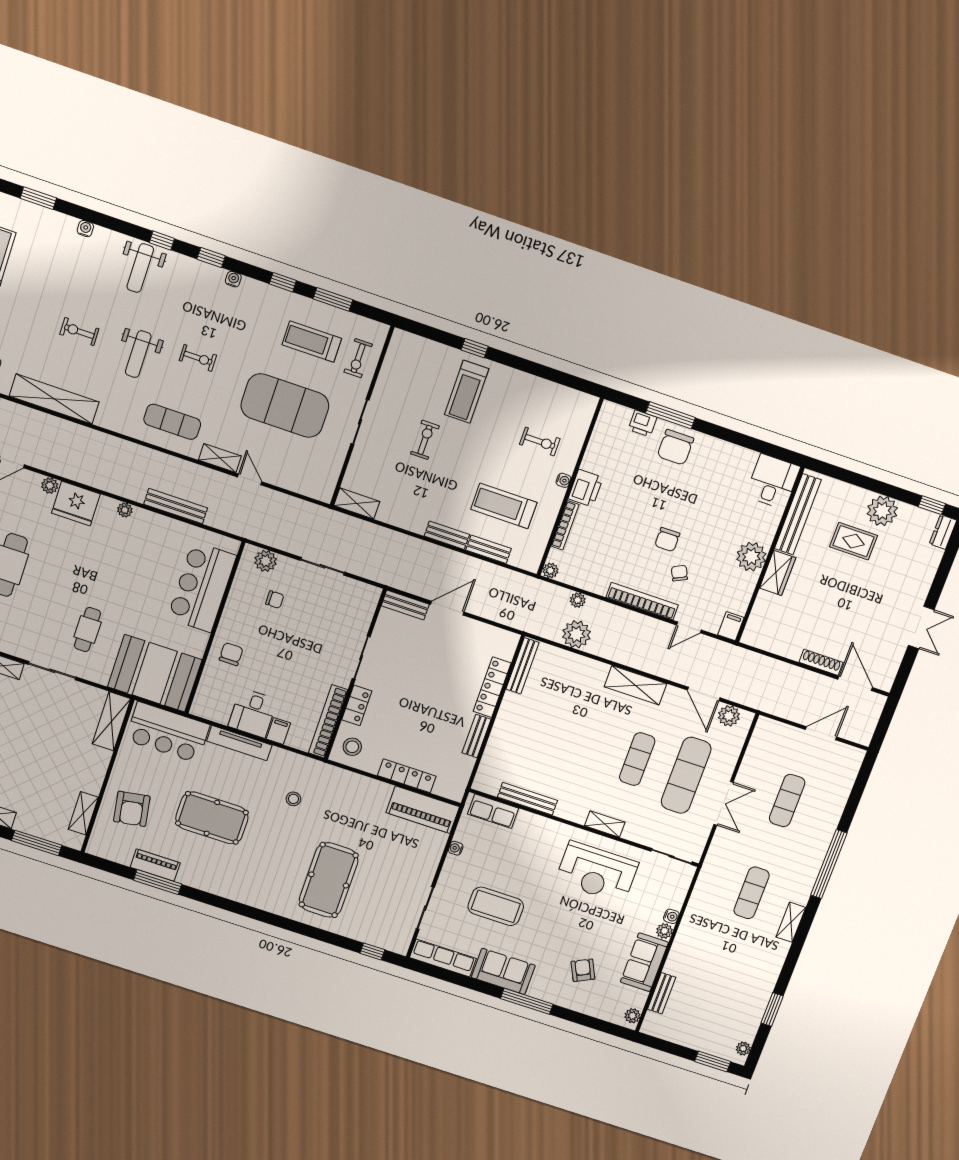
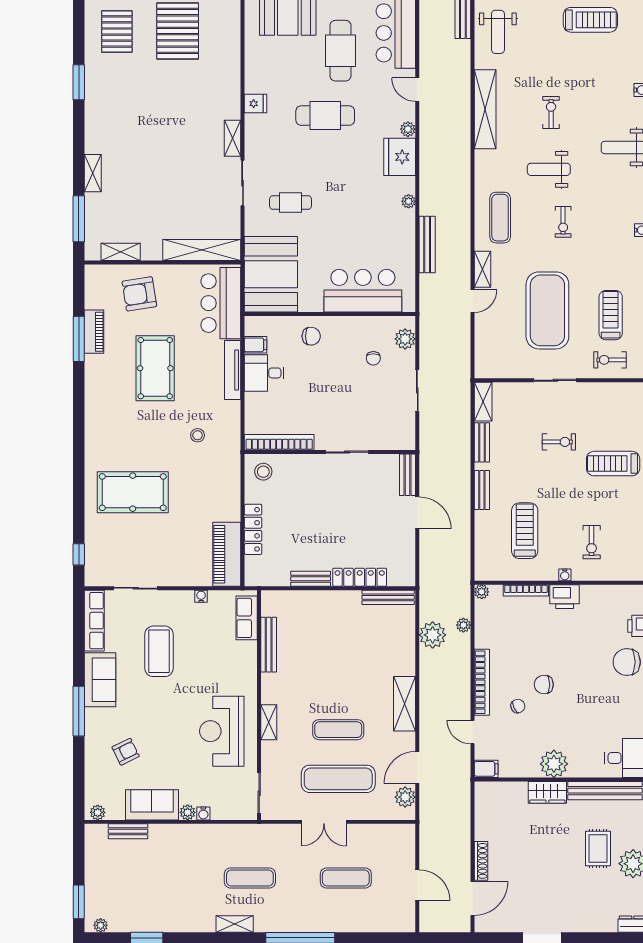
bench: (489, 549) -> (482, 442), moved
locker: (357, 705) -> (302, 463), removed
shelving: (111, 721) -> (202, 250), width x1.47
filing cabinet: (278, 731) -> (255, 345), moved

